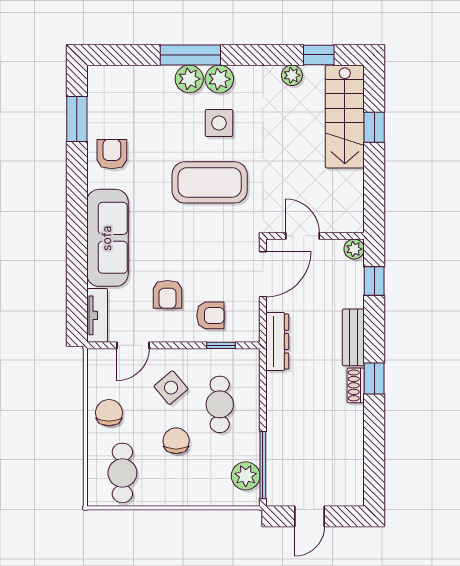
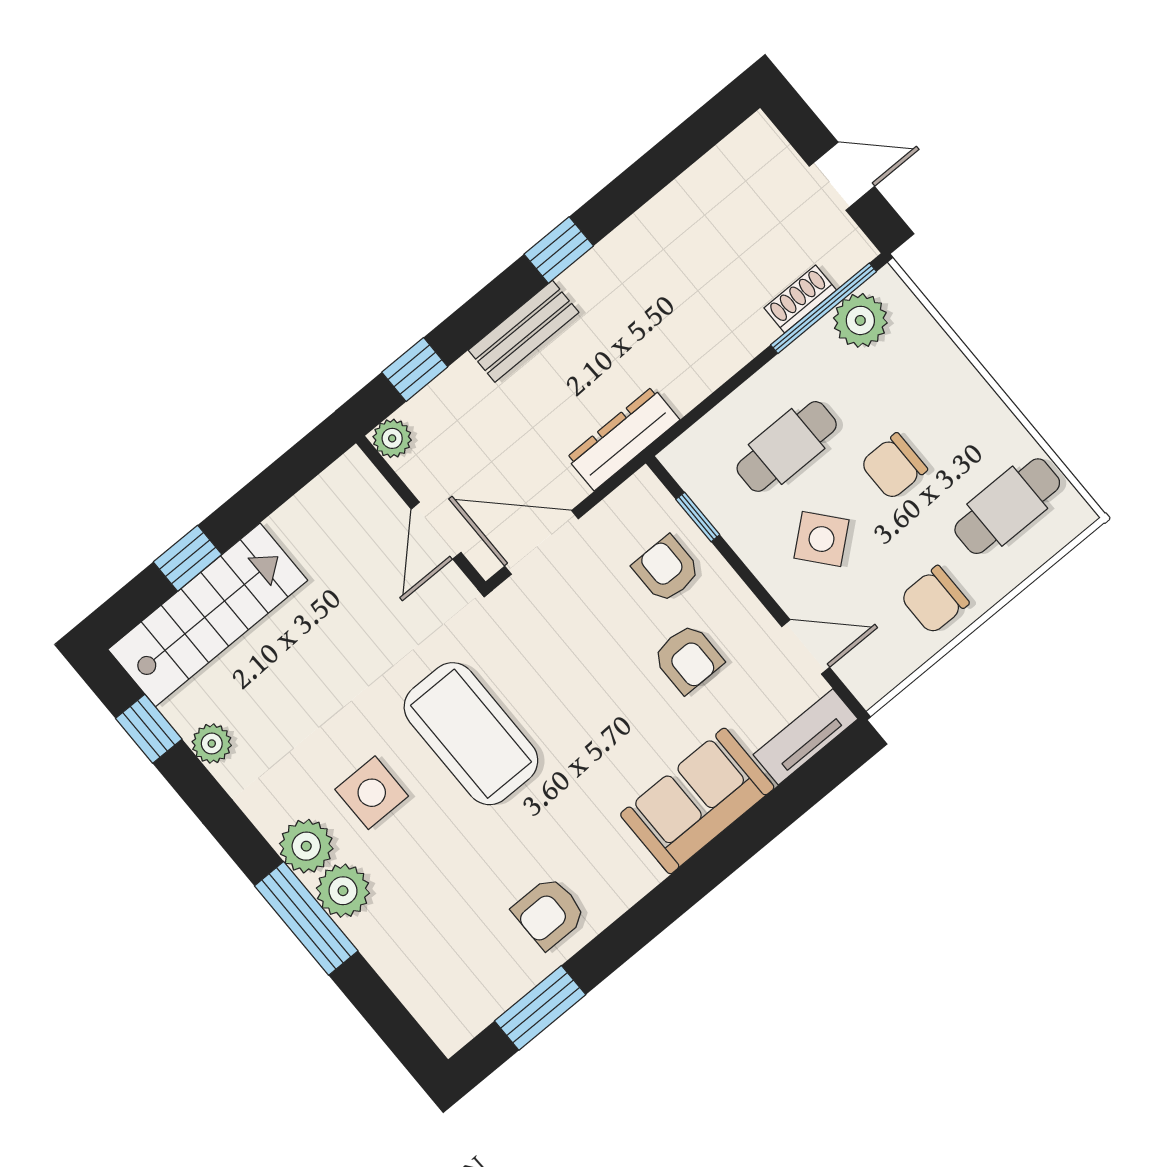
sofa: (107, 238) -> (697, 801), width x0.73
armchair: (168, 294) -> (688, 659), turned 90
shoe rack: (356, 385) -> (800, 299), moved, turned 180

